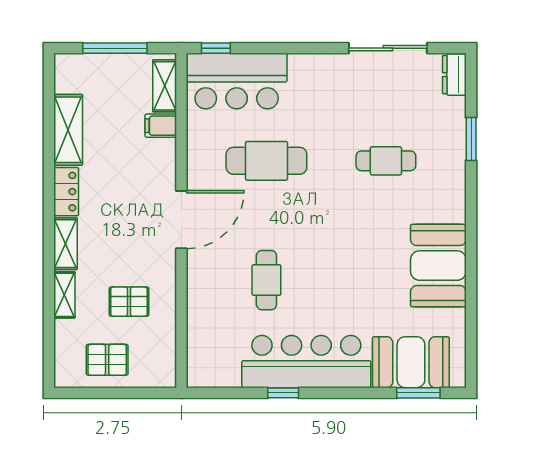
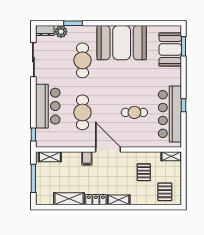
bar counter: (237, 81) -> (48, 106), moved
plant: (452, 112) -> (61, 32), added
filing cabinet: (161, 126) -> (87, 158), moved
cafe table: (386, 161) -> (82, 60), width x1.37, depth x1.35
booth: (438, 266) -> (122, 43), width x1.36, depth x1.42
shelving: (64, 295) -> (171, 156), moved
pallet: (107, 360) -> (165, 192), moved
bar counter: (306, 362) -> (170, 114), moved

